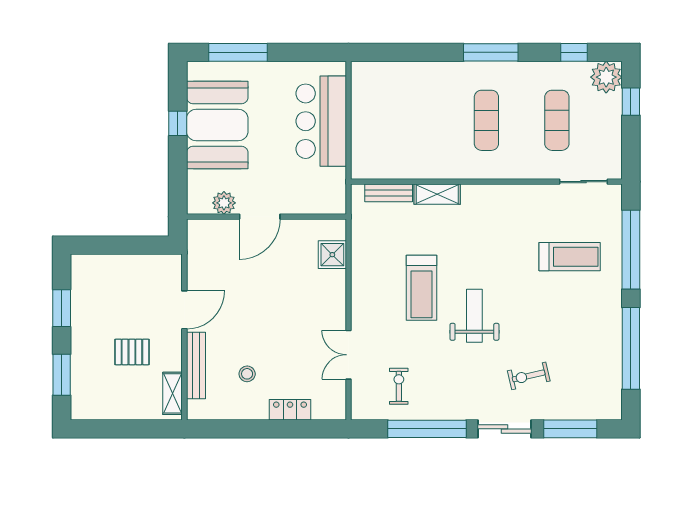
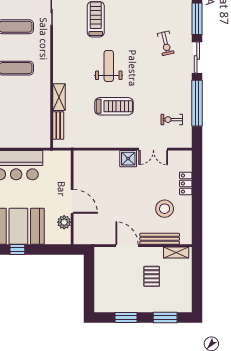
shower: (332, 255) -> (128, 159), moved
weight bench: (474, 316) -> (109, 66), moved, turned 90
stool: (247, 374) -> (165, 209), width x1.89, depth x1.89

